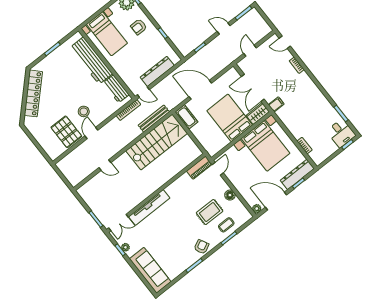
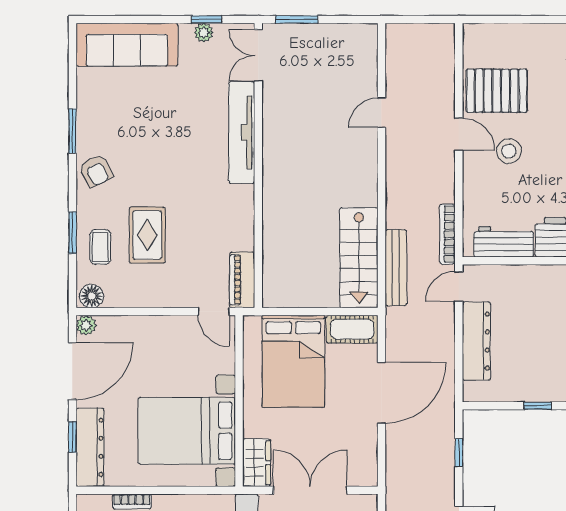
bed: (230, 118) -> (293, 361), moved, turned 90
stairs: (157, 142) -> (359, 258), width x0.73, depth x0.66
floor lamp: (230, 195) -> (92, 296), moved

